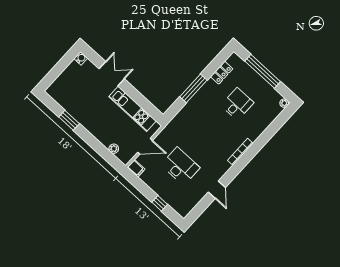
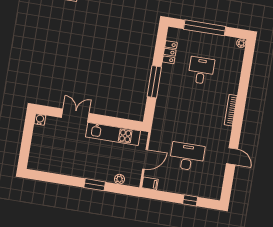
window: (69, 120) -> (95, 185), moved

